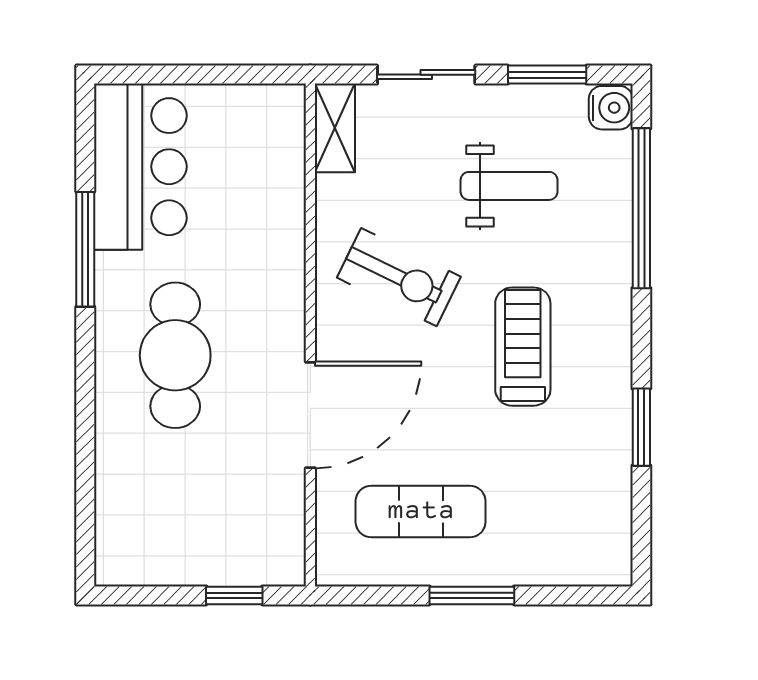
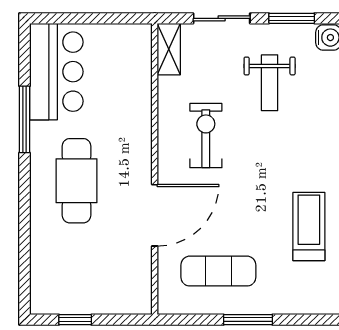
weight bench: (509, 186) -> (270, 83), turned 90
exercise bike: (399, 277) -> (206, 136), turned -116
treadmill: (523, 347) -> (309, 226), moved
window: (234, 595) -> (75, 320), moved

